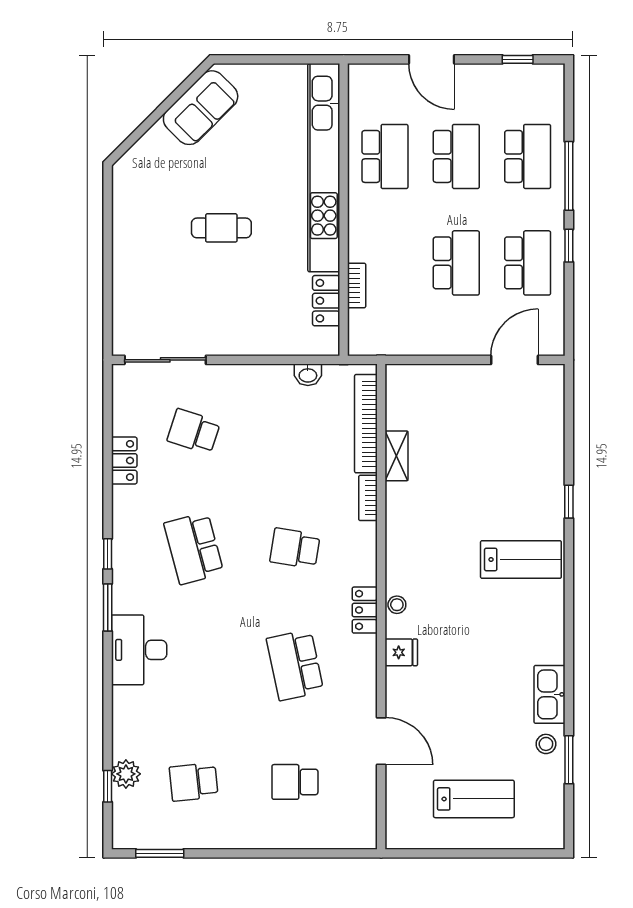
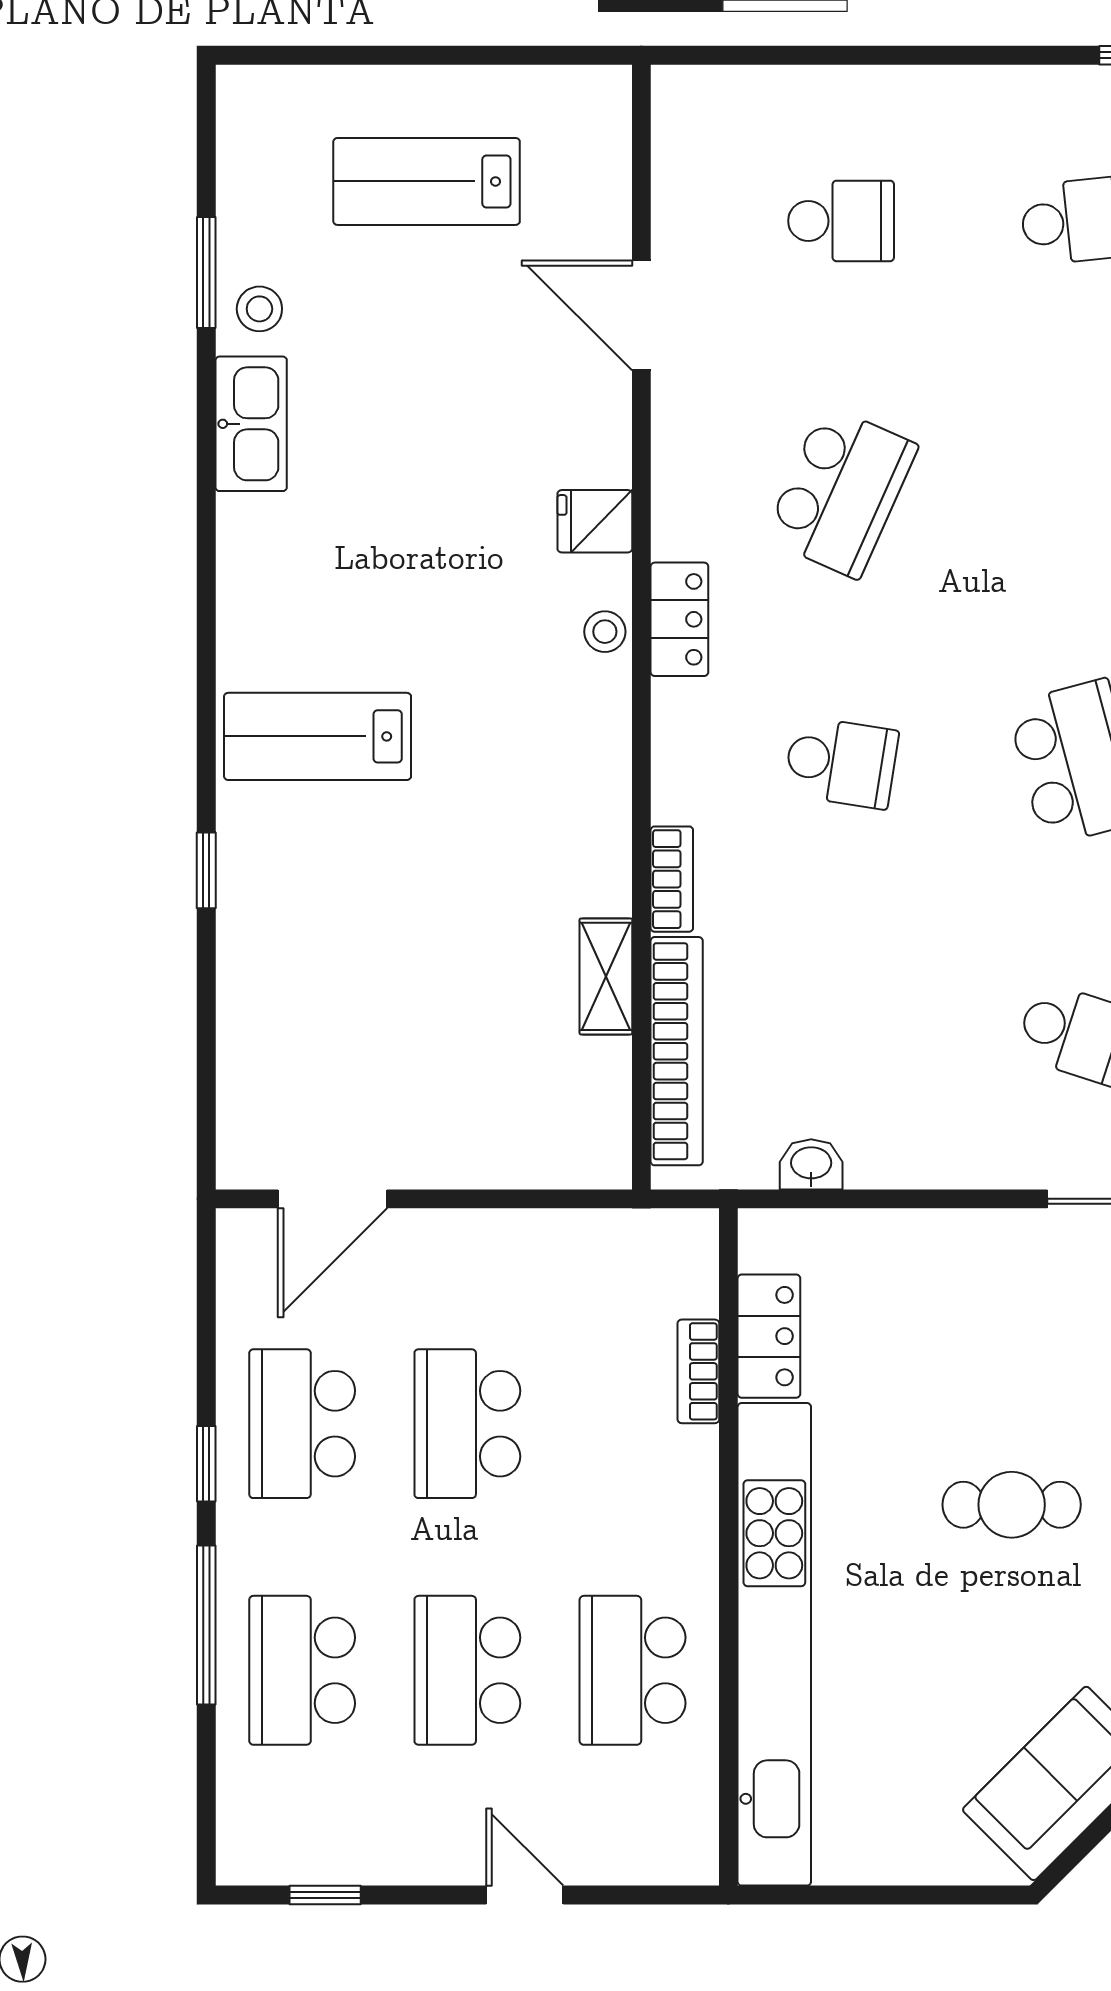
door: (431, 59) -> (525, 1895), width x0.73
school desk: (295, 665) -> (841, 492), turned 36

